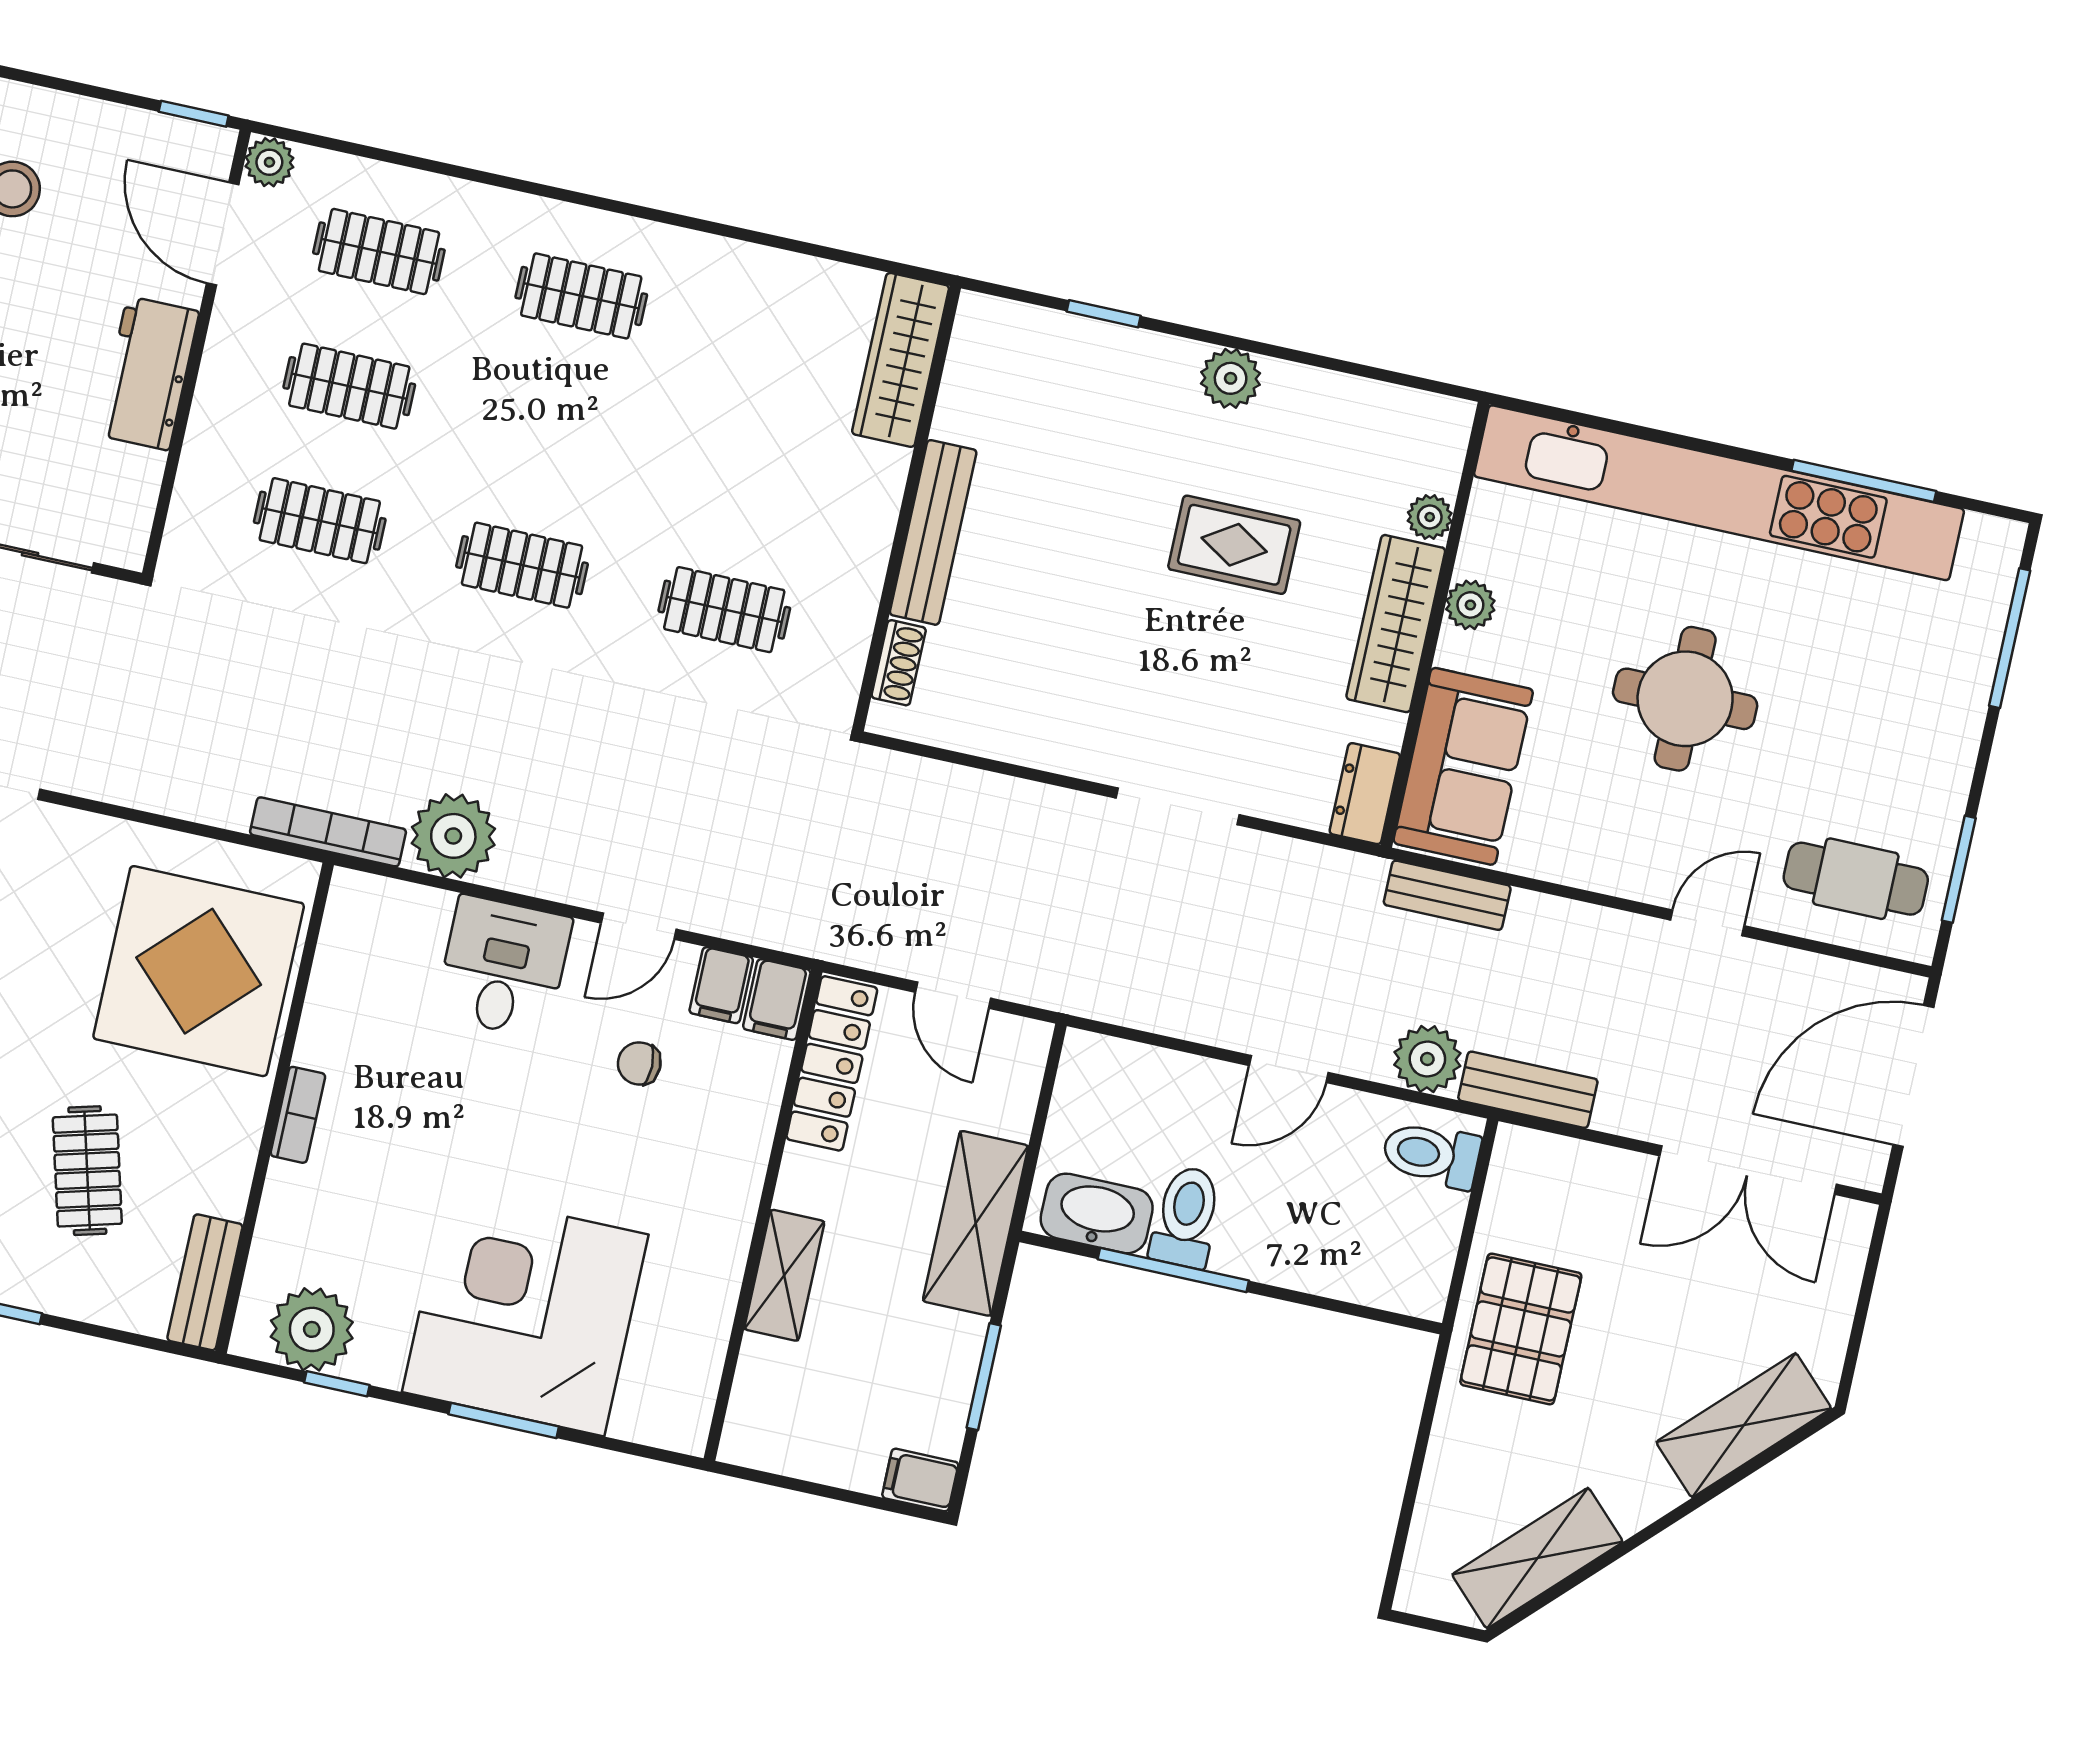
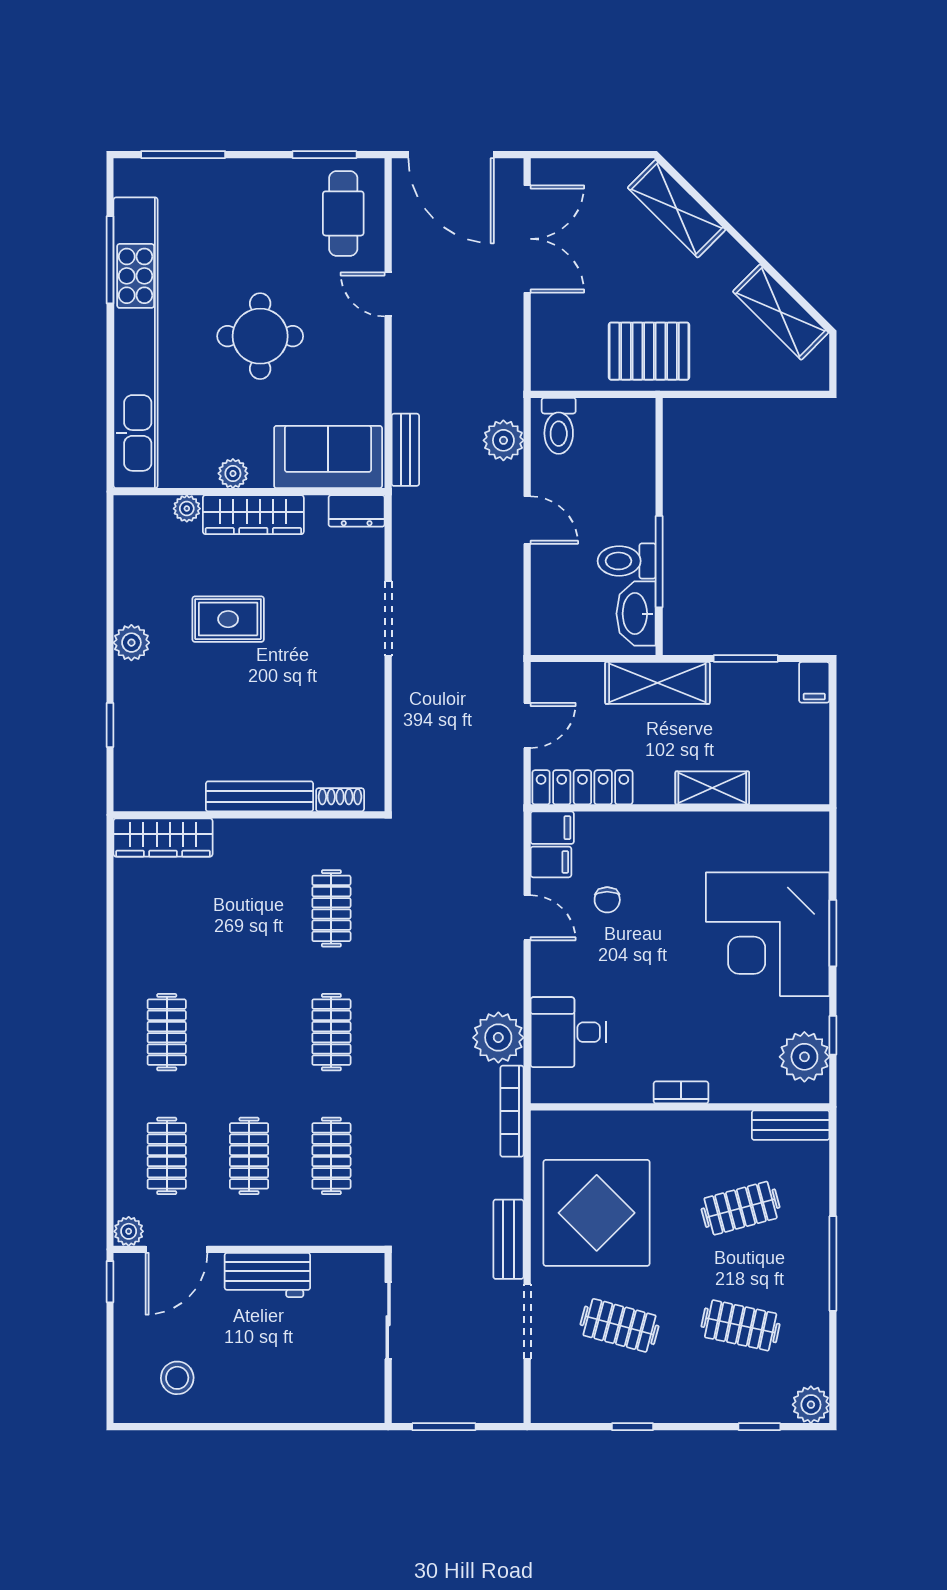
rug: (1234, 545) -> (228, 619), turned 90
desk: (503, 967) -> (568, 1032), moved
display table: (199, 971) -> (597, 1213), moved
bench: (1528, 1090) -> (508, 1239), moved

